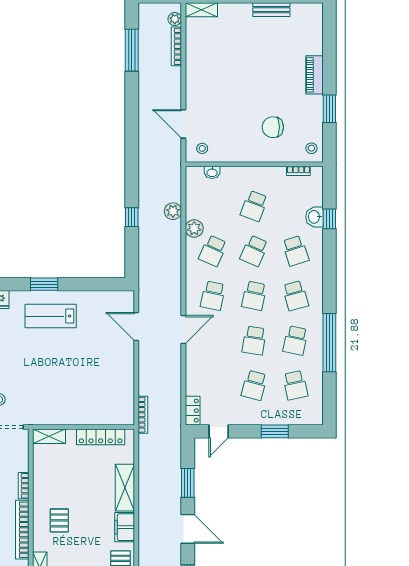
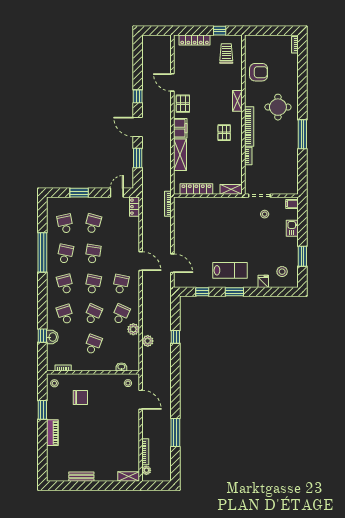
window: (132, 50) -> (175, 432), moved
window: (92, 284) -> (202, 292), added
door: (183, 330) -> (141, 261), swing flipped

